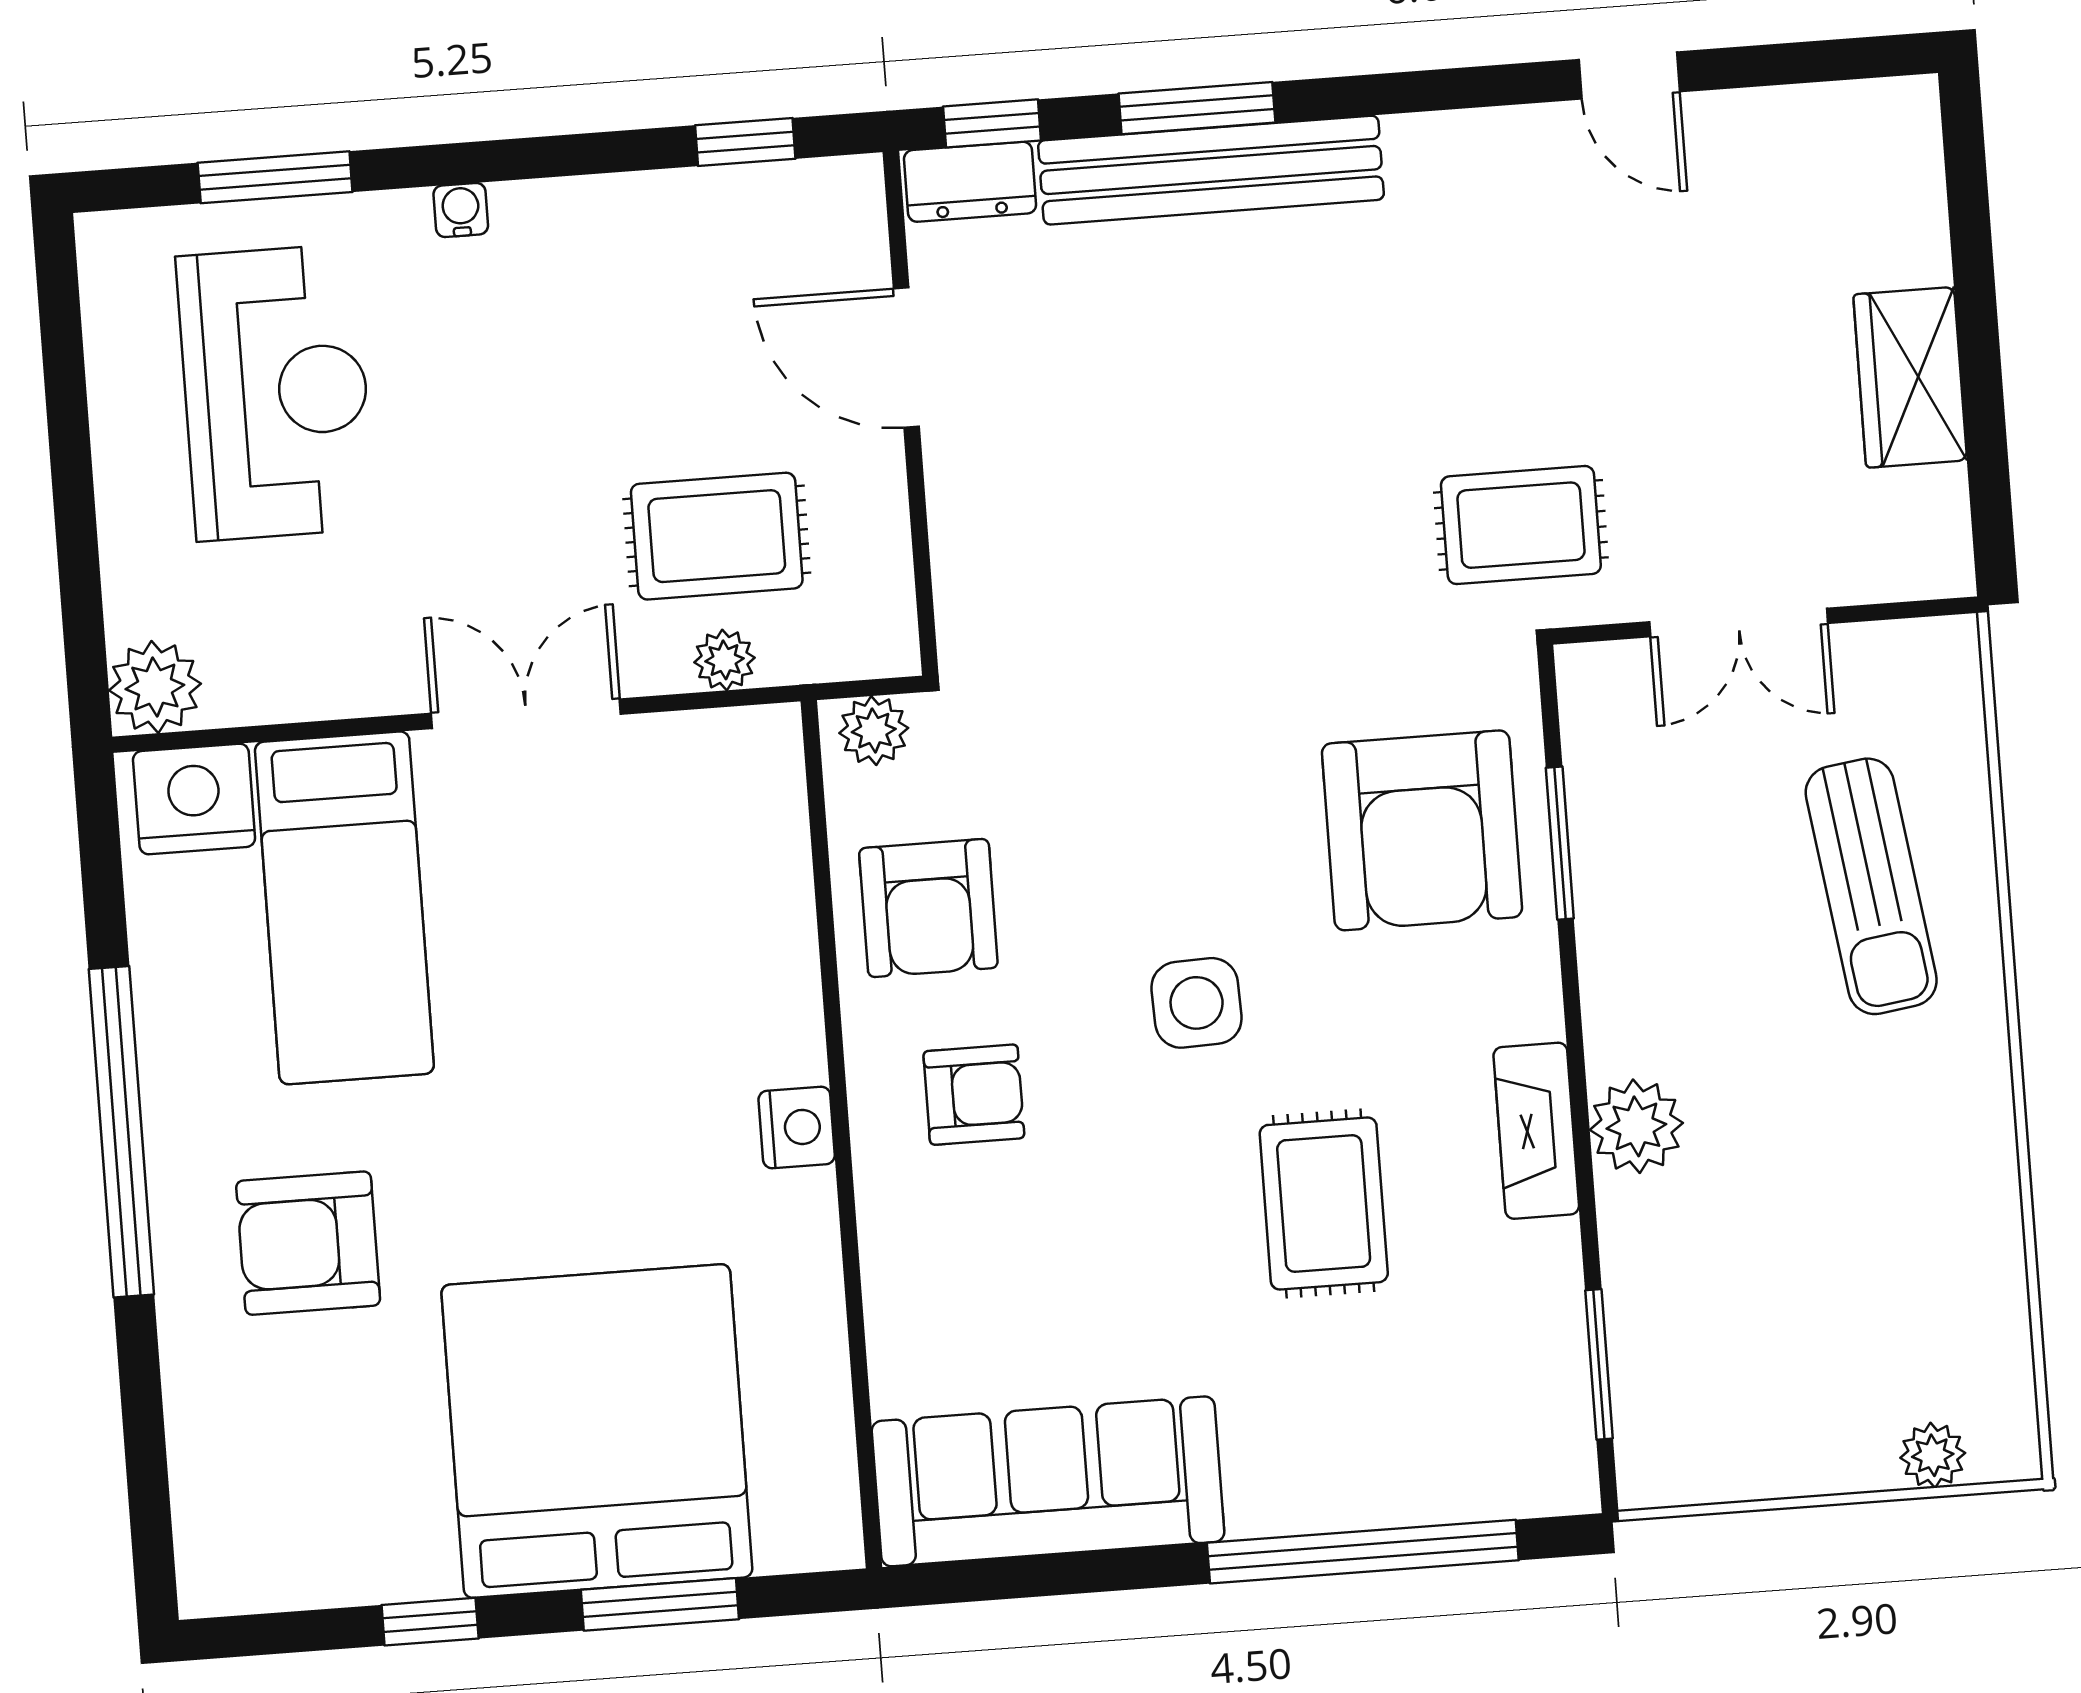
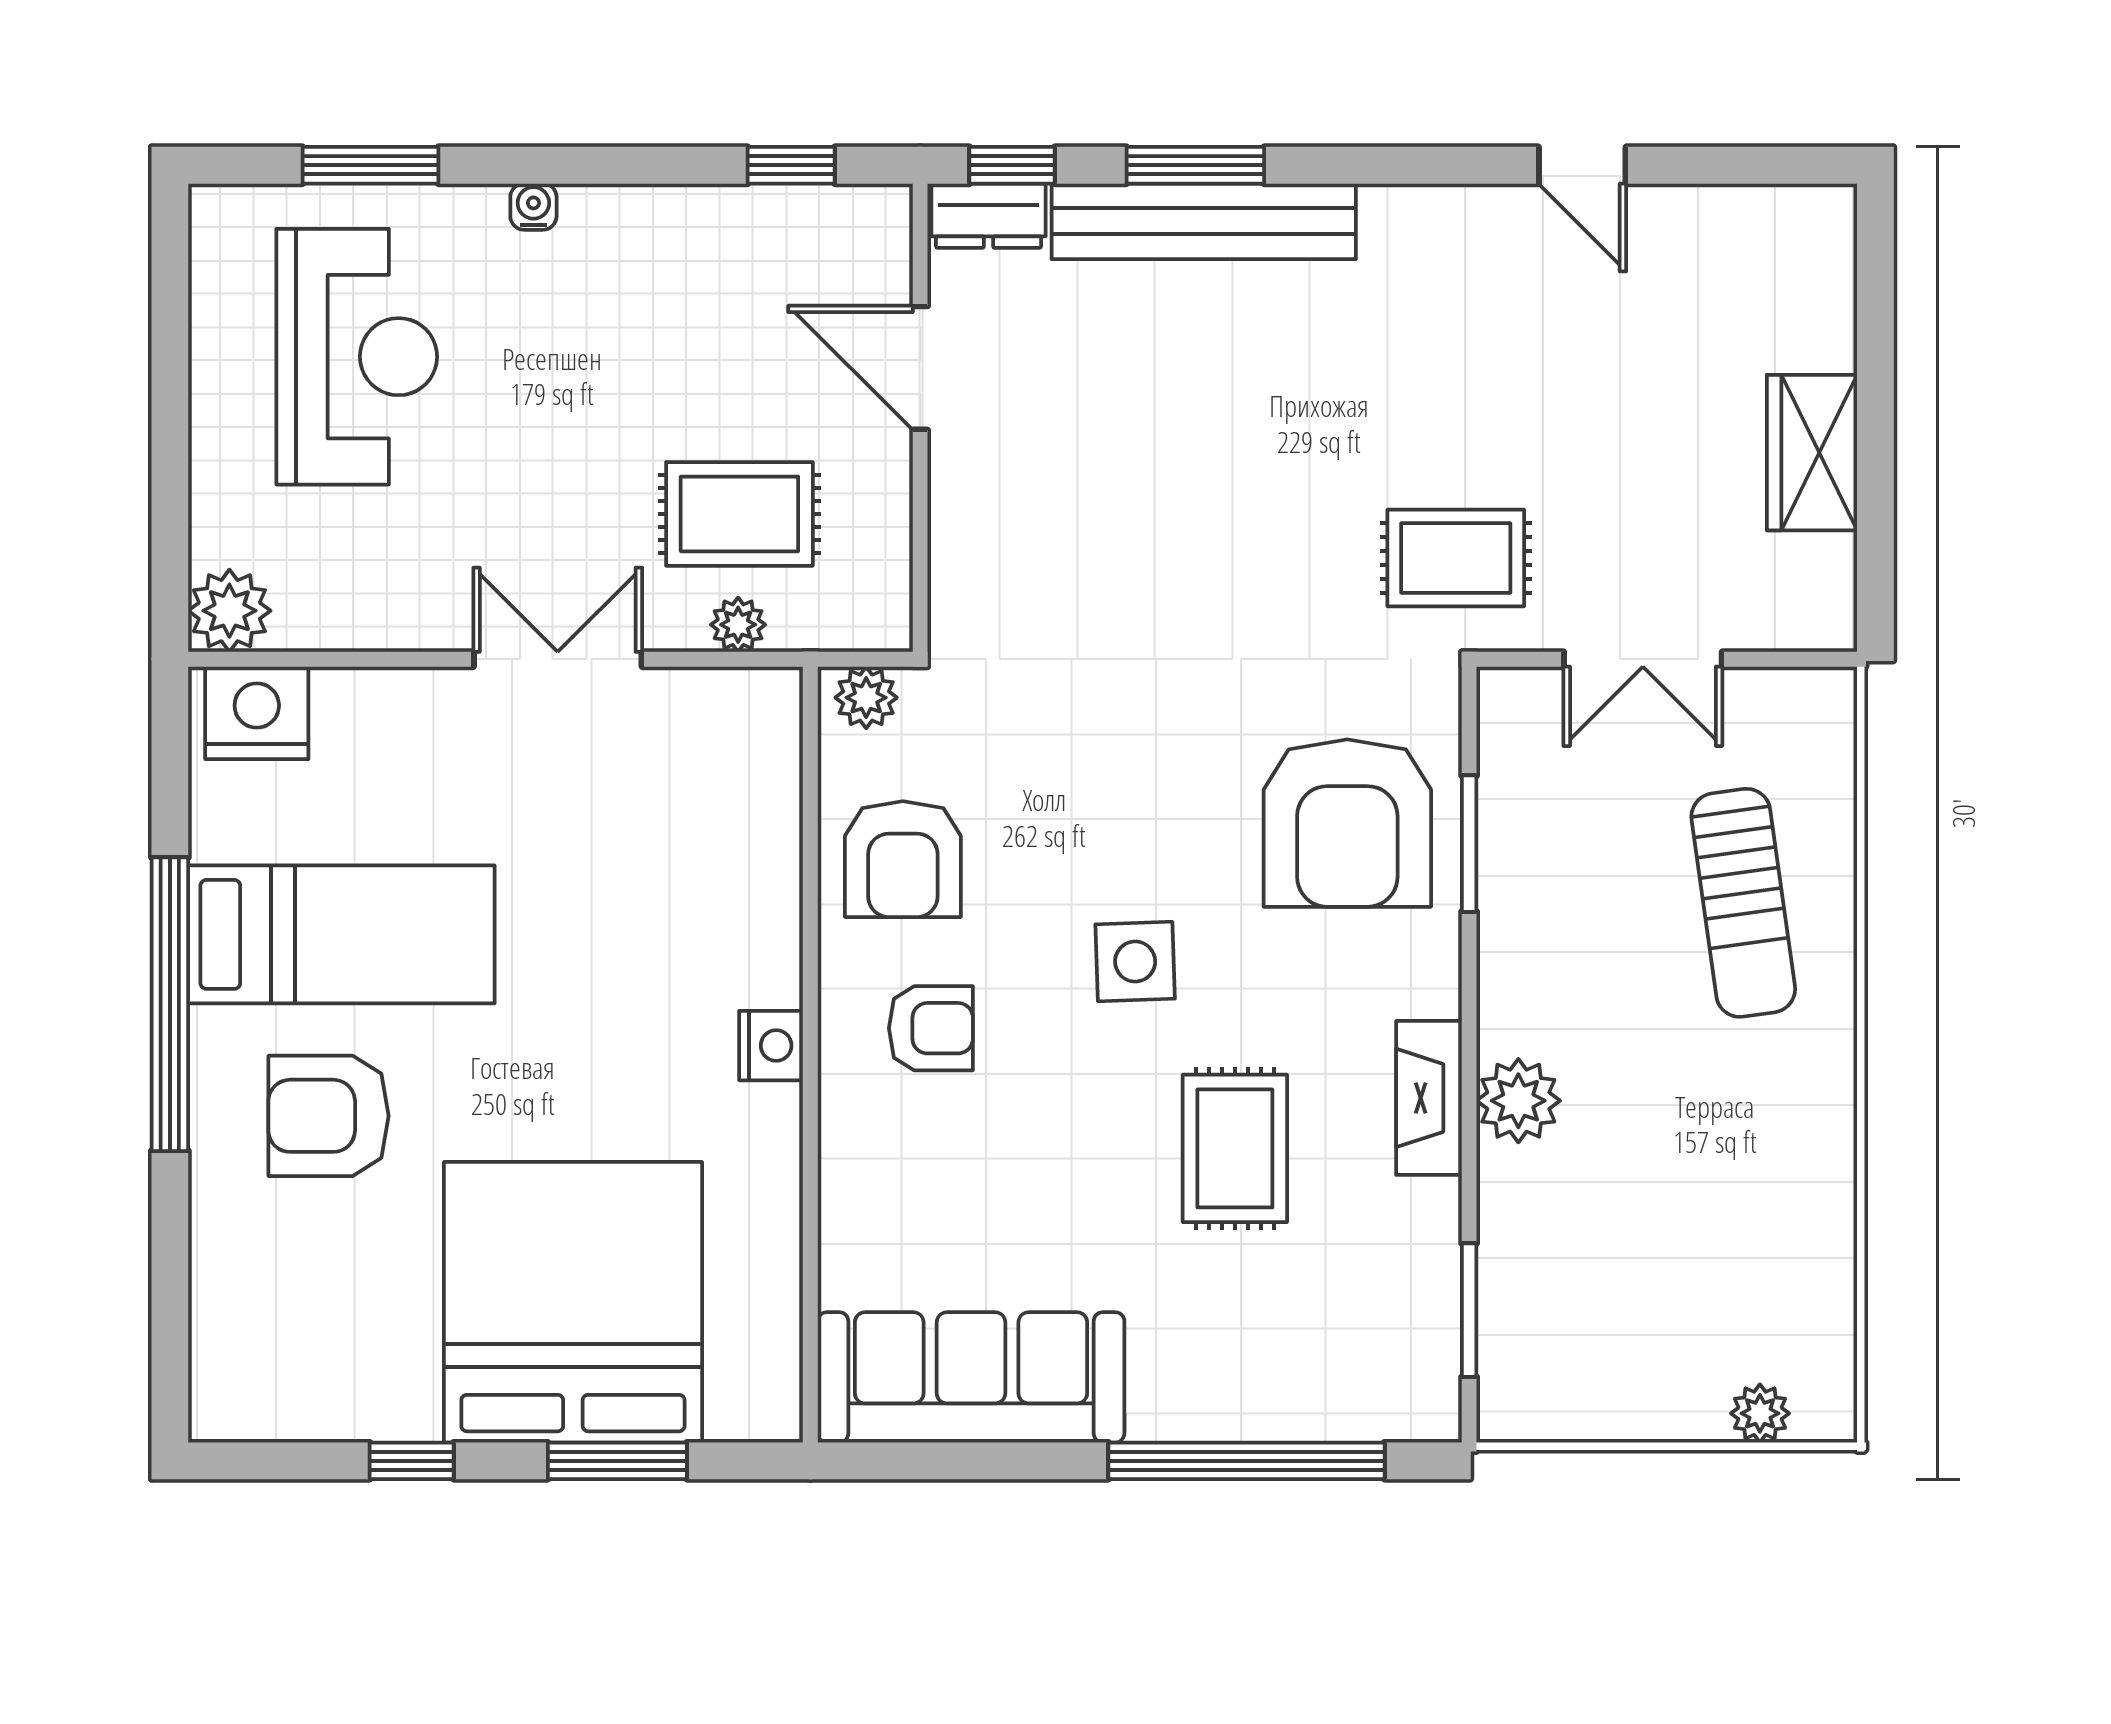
bed: (344, 908) -> (341, 934), moved, turned -90

